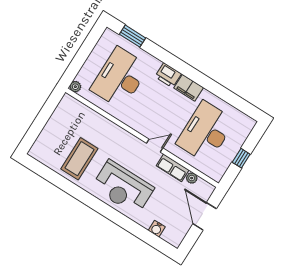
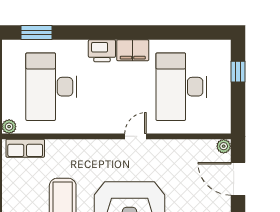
window: (241, 158) -> (238, 72), moved
row of seats: (173, 168) -> (25, 148), moved
plant: (192, 178) -> (224, 146), moved

